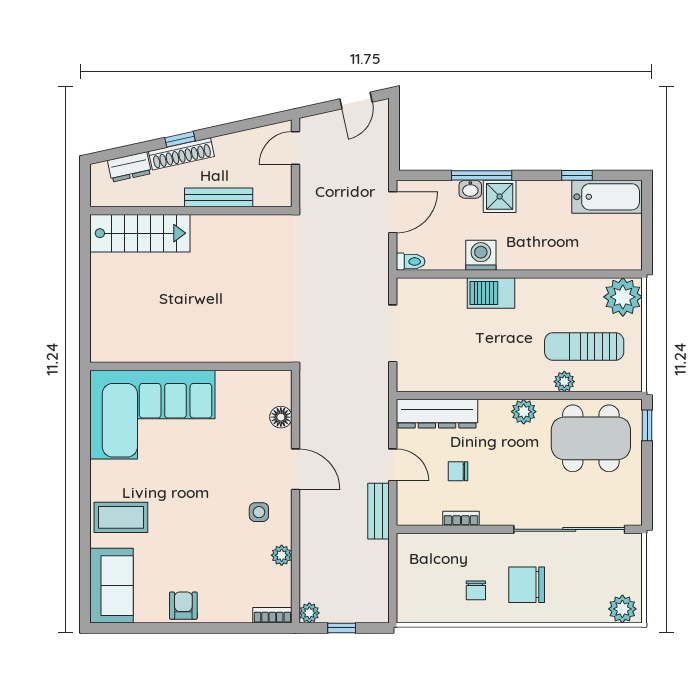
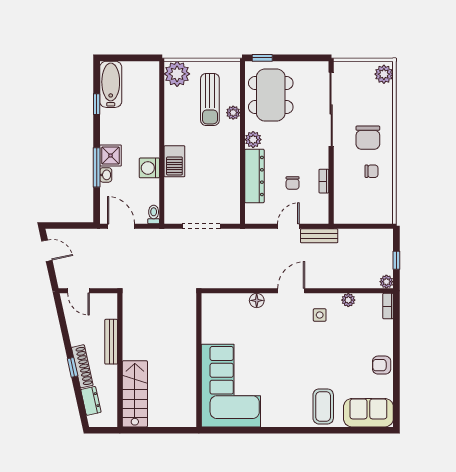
wall: (191, 366) -> (199, 360), moved
dresser: (437, 414) -> (254, 176), moved
corner sofa: (152, 415) -> (231, 386), moved

